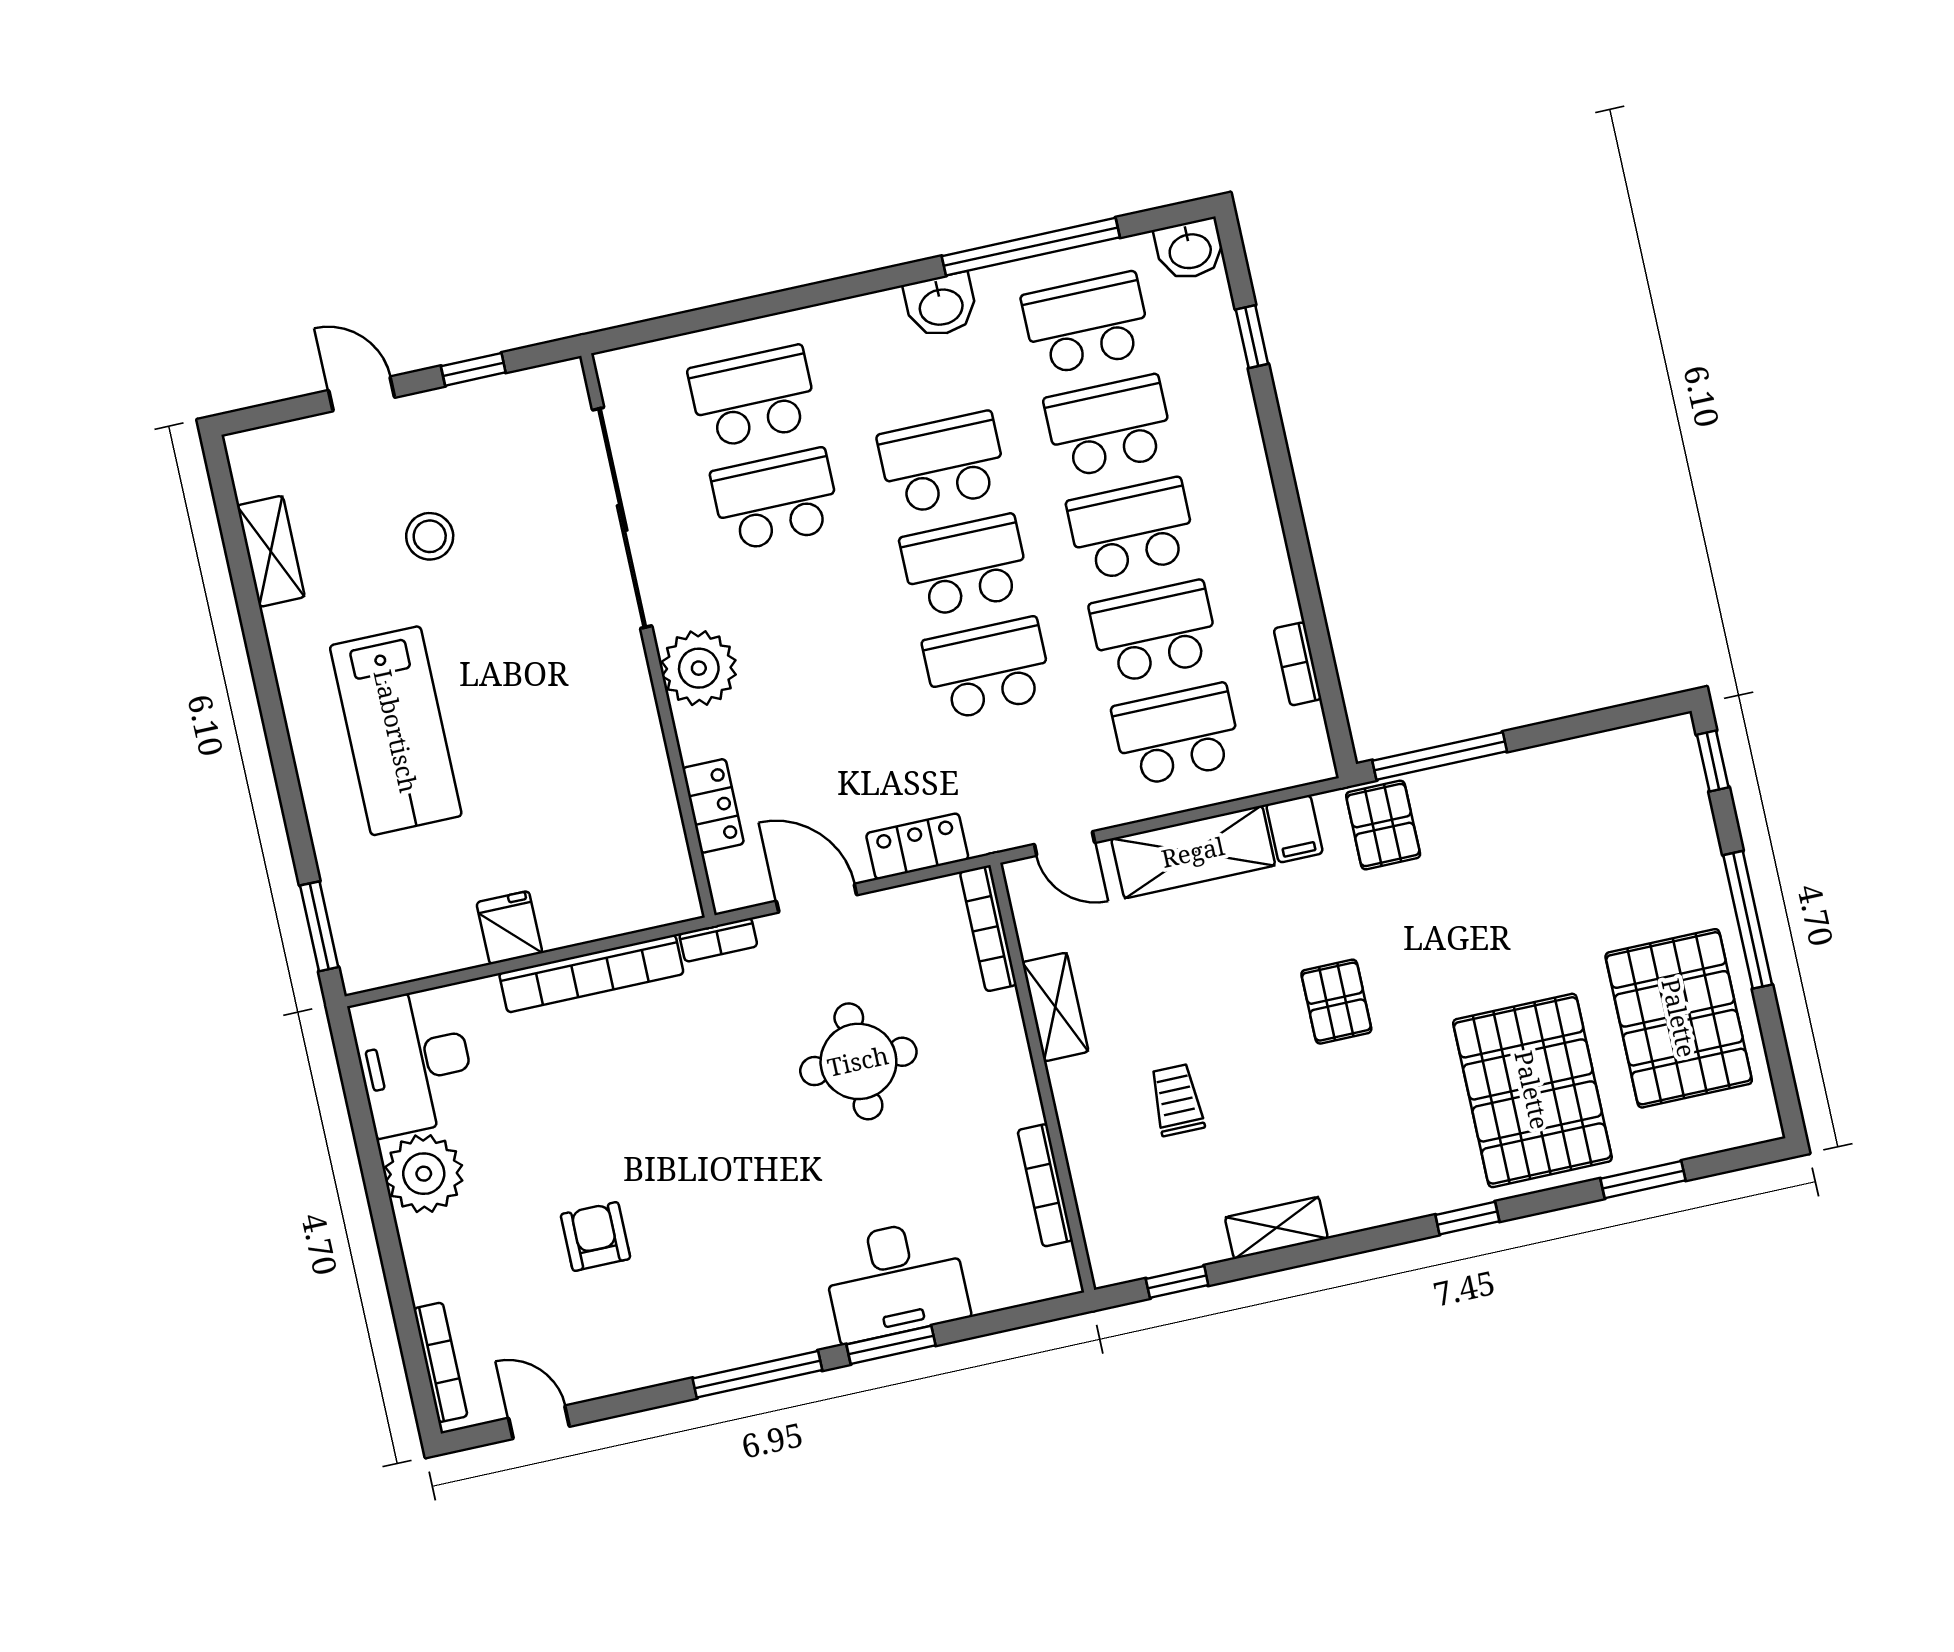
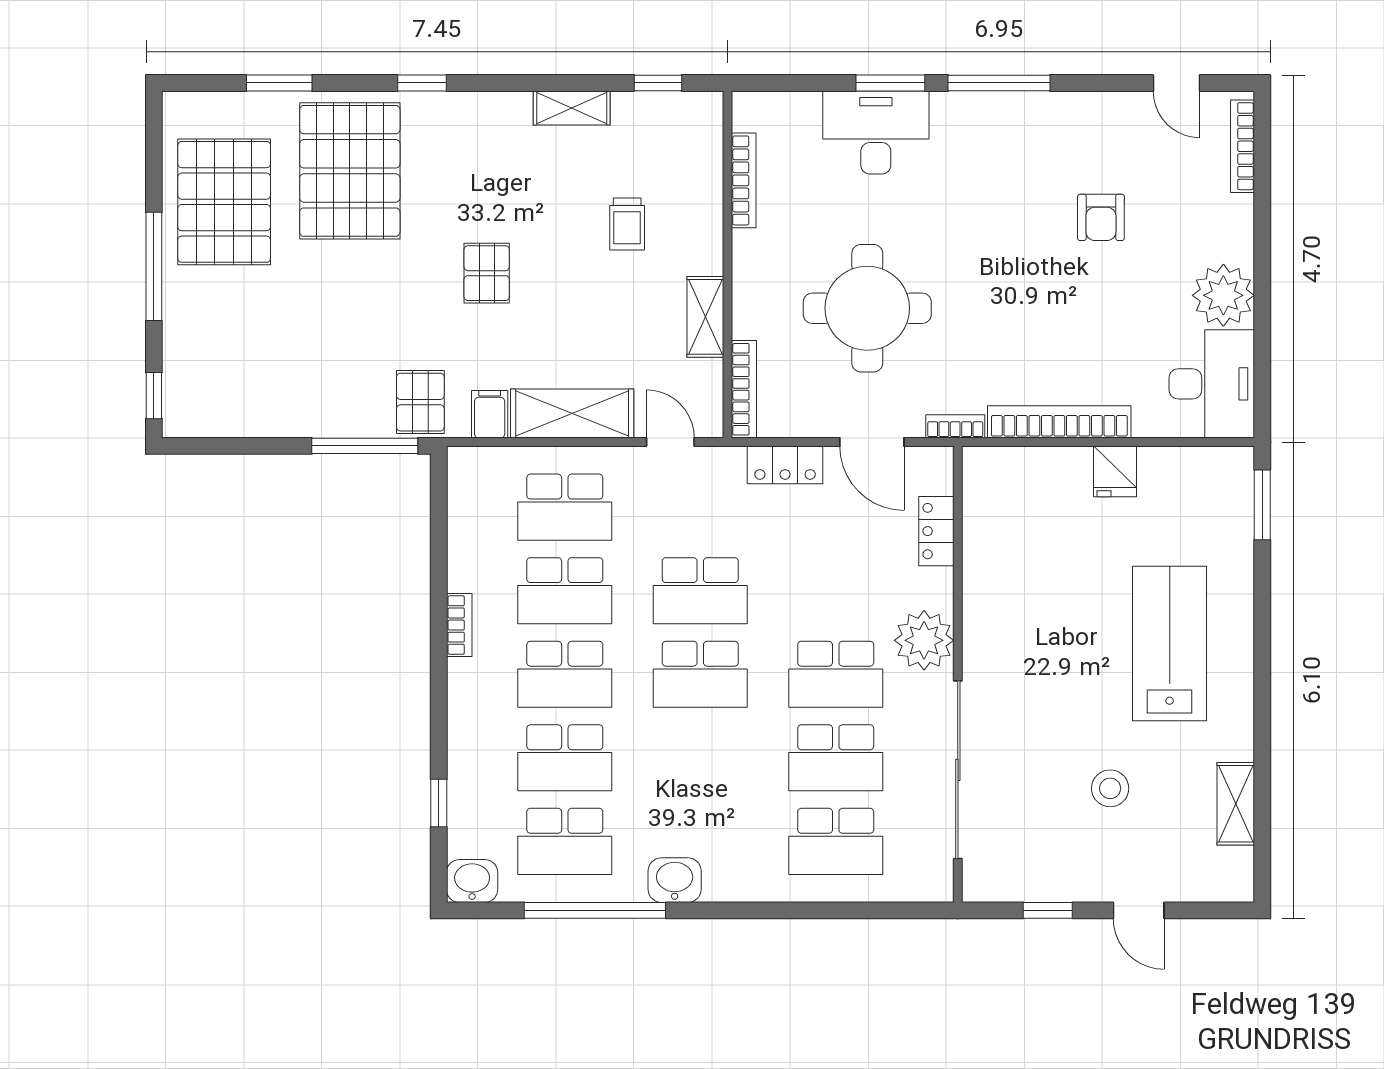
school desk: (942, 463) -> (836, 674), moved
bookcase: (1298, 664) -> (459, 625), moved
round table: (858, 1061) -> (867, 308), width x1.36, depth x1.36

